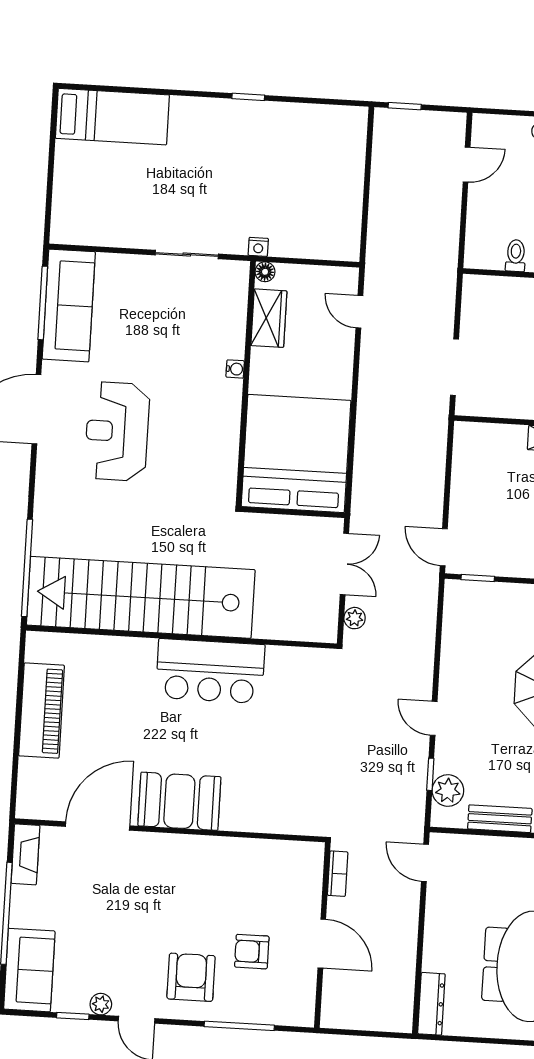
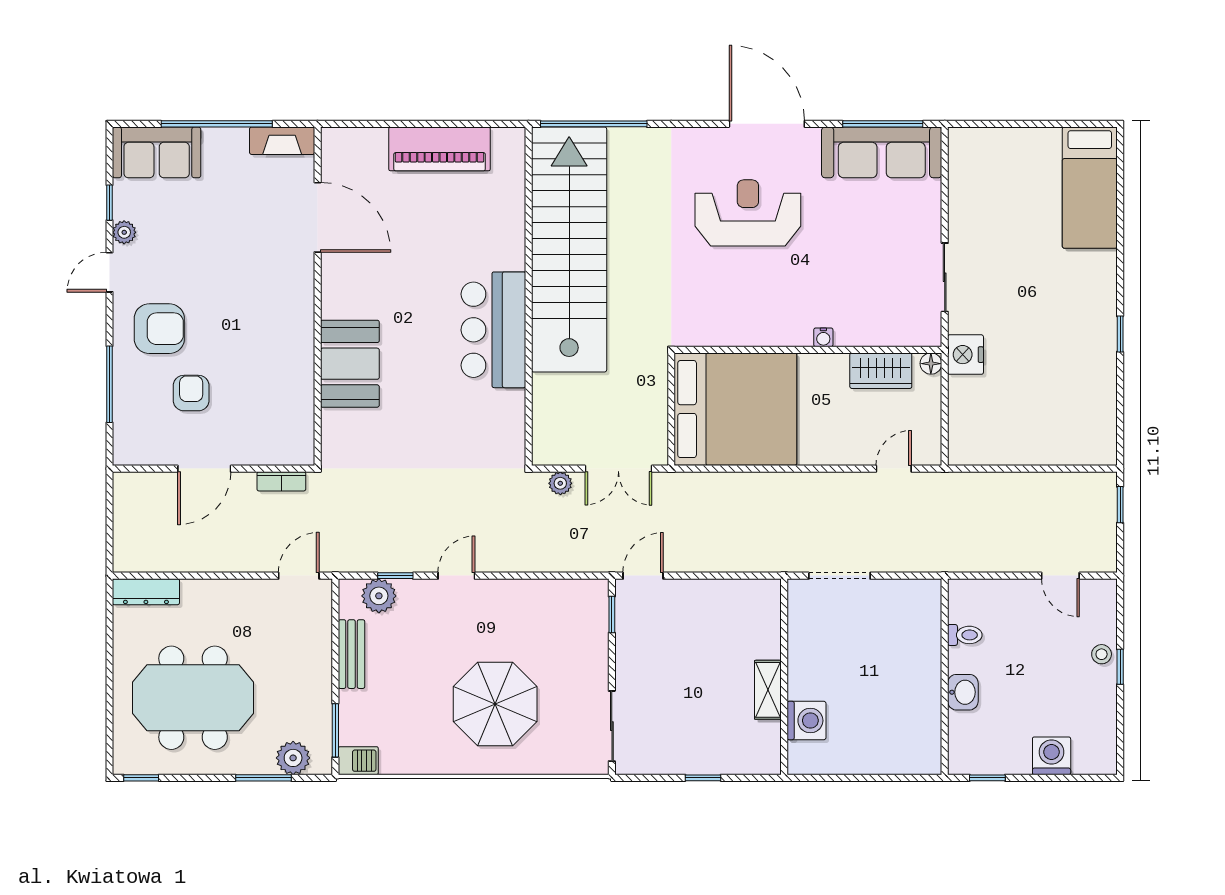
nightstand: (258, 247) -> (965, 355), width x1.89, depth x1.79
booth: (179, 801) -> (350, 364), moved

